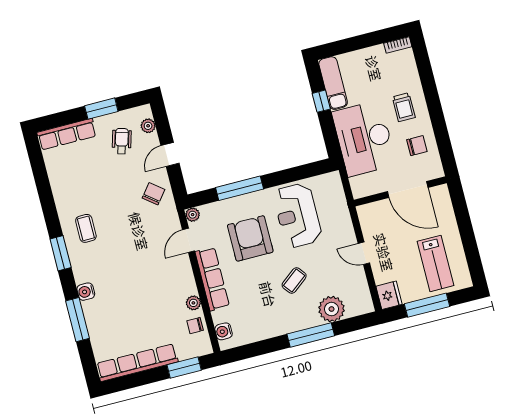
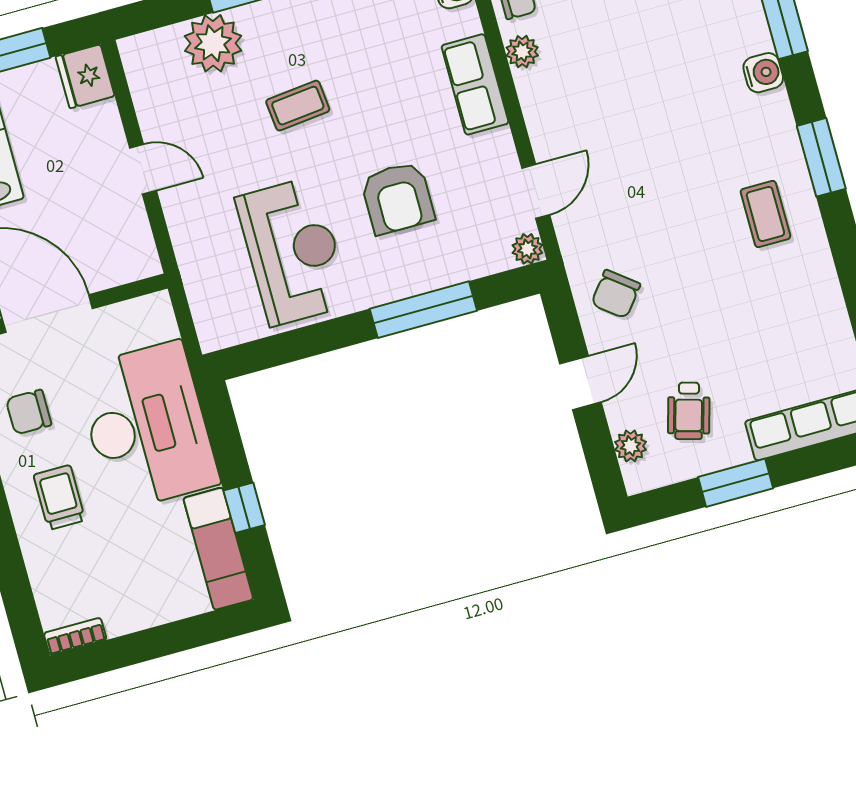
armchair: (250, 238) -> (397, 198), width x0.73, depth x0.73
row of seats: (212, 279) -> (475, 84), width x0.68
coffee table: (294, 280) -> (298, 106), turned 32

